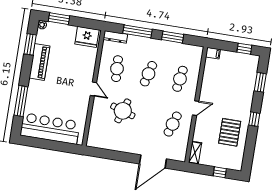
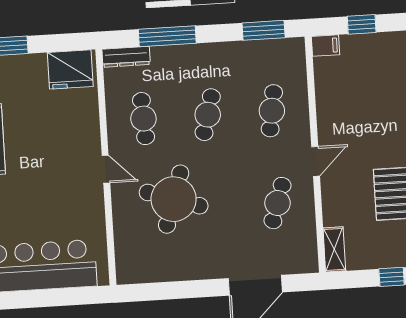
window: (173, 37) -> (264, 30), moved
window: (244, 49) -> (362, 24), moved
round table: (123, 111) -> (174, 199), width x1.36, depth x1.36

